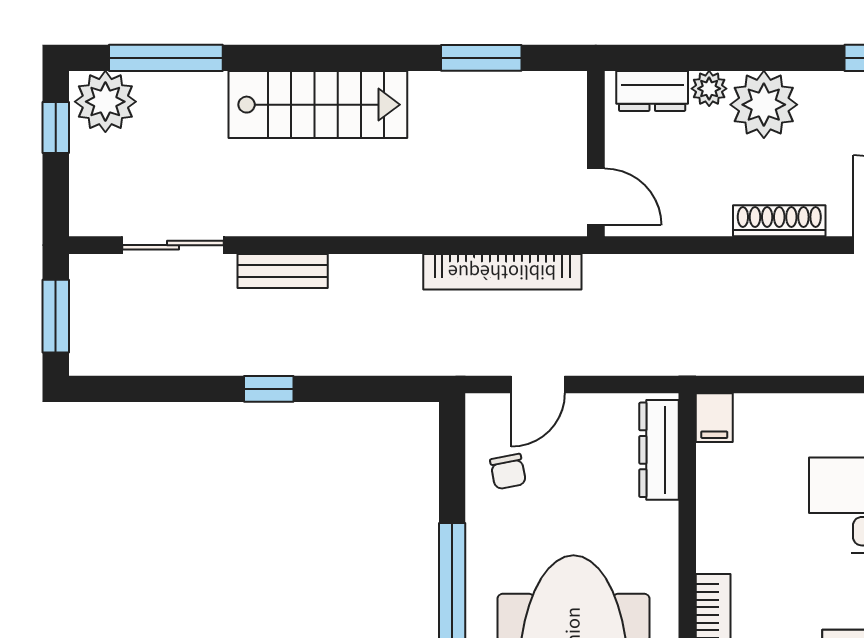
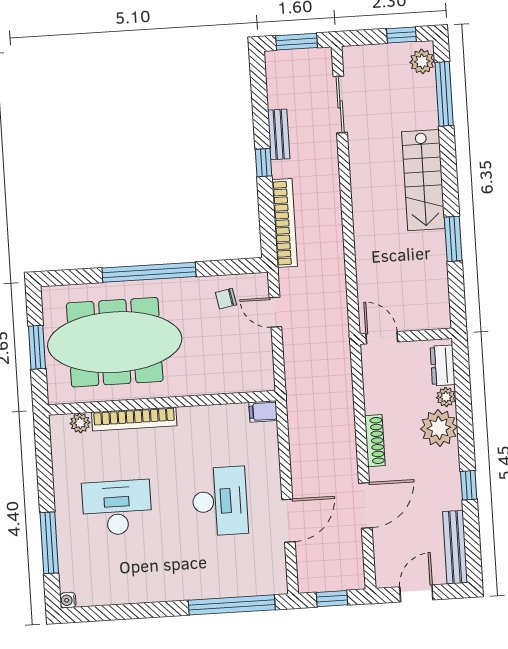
window: (481, 58) -> (453, 239), moved
plant: (105, 102) -> (422, 61), width x0.73, depth x0.73
door: (596, 197) -> (382, 338), swing flipped
bench: (283, 271) -> (279, 134), moved
bookcase: (502, 272) -> (285, 223), moved, turned 180
dresser: (659, 450) -> (243, 382), removed

